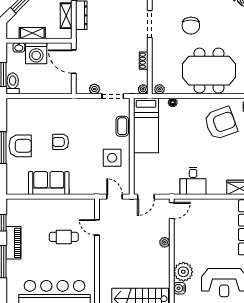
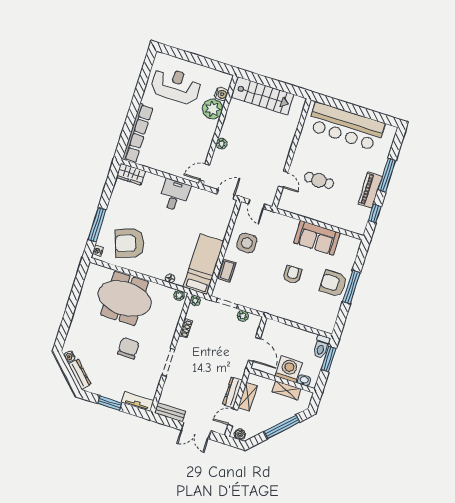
armchair: (61, 142) -> (292, 275), turned -90

